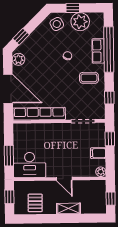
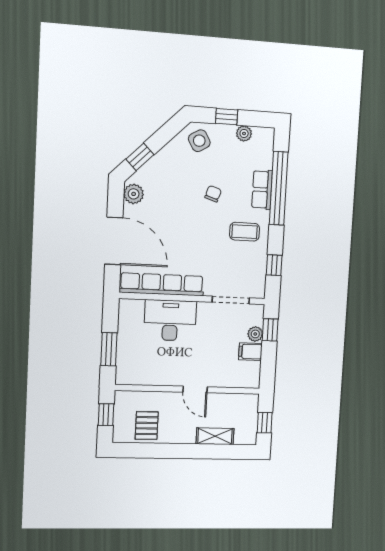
plant: (80, 22) -> (244, 133), width x0.53, depth x0.53
desk: (30, 165) -> (170, 320), moved, turned 180
plant: (101, 172) -> (255, 334), moved
shelving: (68, 208) -> (215, 436), moved

